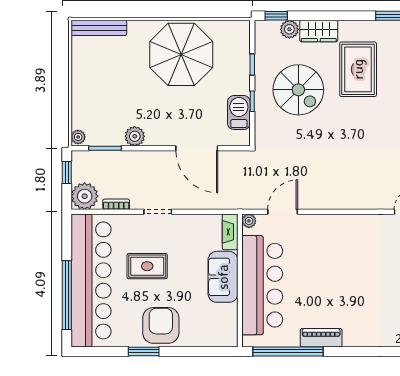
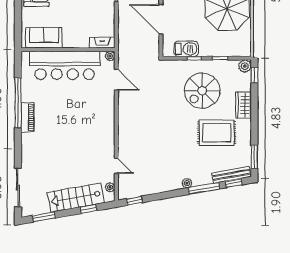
plant: (289, 29) -> (245, 66), moved
door: (197, 148) -> (161, 19), hinge flipped
sofa: (223, 277) -> (44, 38), moved
piano: (321, 338) -> (28, 117), moved
window: (288, 351) -> (18, 103), moved

